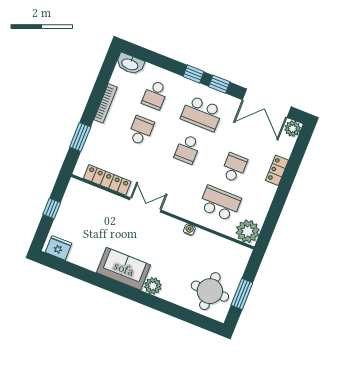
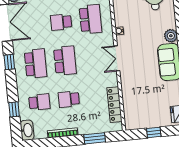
window: (193, 74) -> (14, 109), moved
school desk: (187, 149) -> (65, 61), width x1.85
school desk: (220, 203) -> (90, 19), turned 180
double door: (145, 205) -> (117, 58), moved

